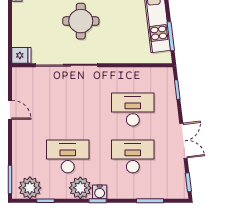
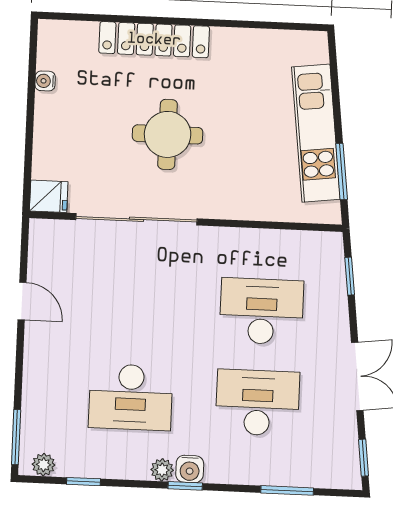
desk: (68, 156) -> (131, 397), turned 180
plant: (30, 188) -> (44, 465), width x0.53, depth x0.53
plant: (80, 188) -> (162, 470), width x0.53, depth x0.53

